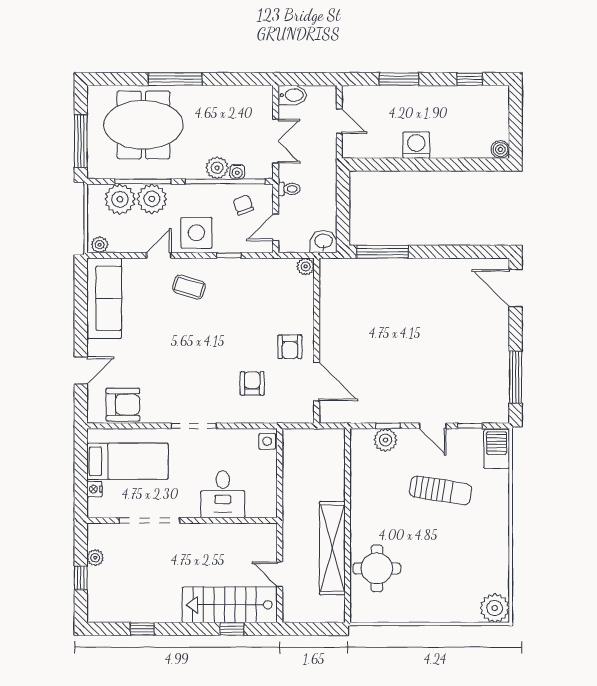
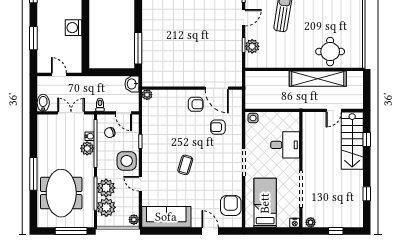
door: (339, 121) -> (59, 74), hinge flipped
coffee table: (189, 287) -> (185, 165), moved
door: (317, 381) -> (217, 88), swing flipped
nightstand: (94, 489) -> (295, 223), moved
plant: (95, 558) -> (311, 222), moved

